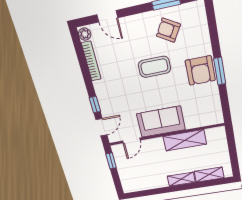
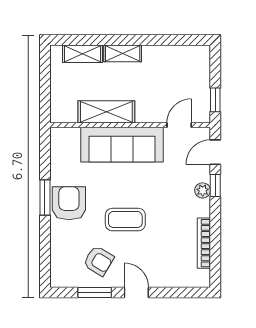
door: (107, 16) -> (136, 293), moved
plant: (85, 34) -> (203, 190), moved
sofa: (161, 122) -> (122, 145), width x1.36

